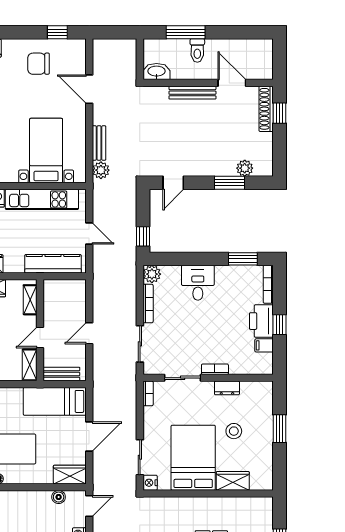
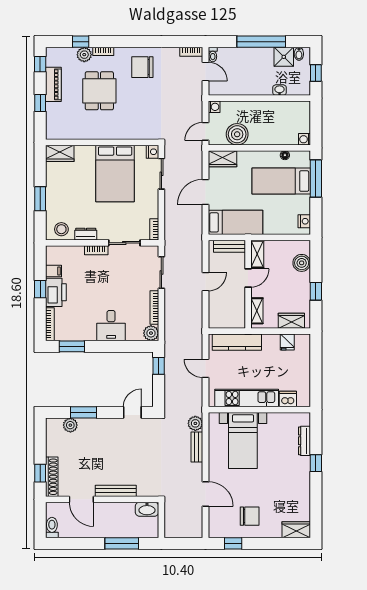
toilet: (197, 50) -> (52, 528), moved
stool: (234, 431) -> (61, 229), moved
wardrobe: (233, 481) -> (60, 153), moved
boiler: (59, 497) -> (237, 134), width x1.86, depth x1.86

